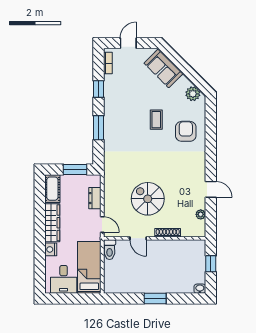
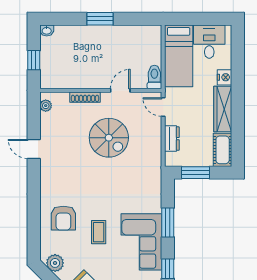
corner sofa: (120, 111) -> (141, 242), added
plant: (201, 214) -> (46, 106), moved
door: (138, 238) -> (120, 90), hinge flipped

